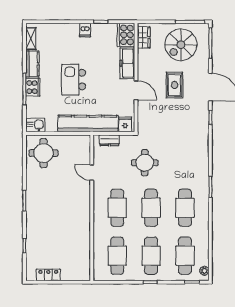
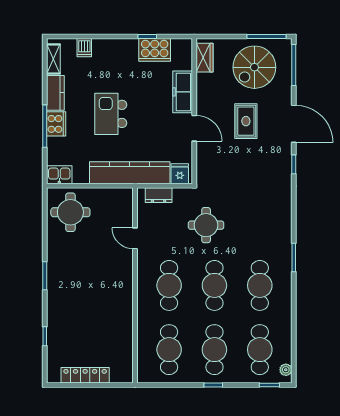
dishwasher: (85, 30) -> (84, 48), moved
cooker: (126, 35) -> (155, 50), moved, turned -90
locker: (48, 275) -> (85, 375), width x1.53

